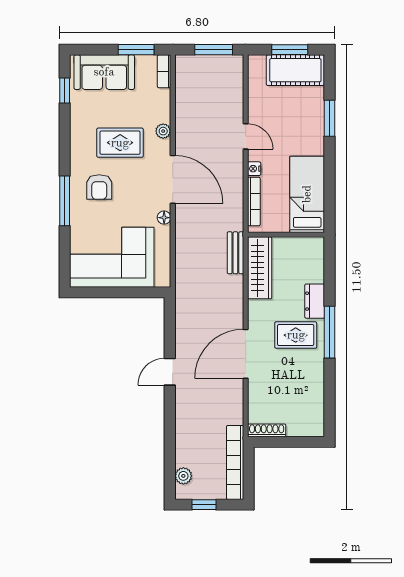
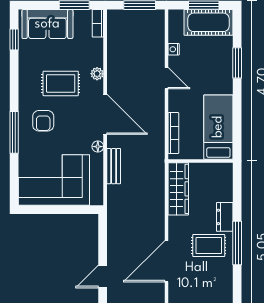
nightstand: (254, 169) -> (174, 49), moved
bench: (235, 253) -> (114, 166), moved

